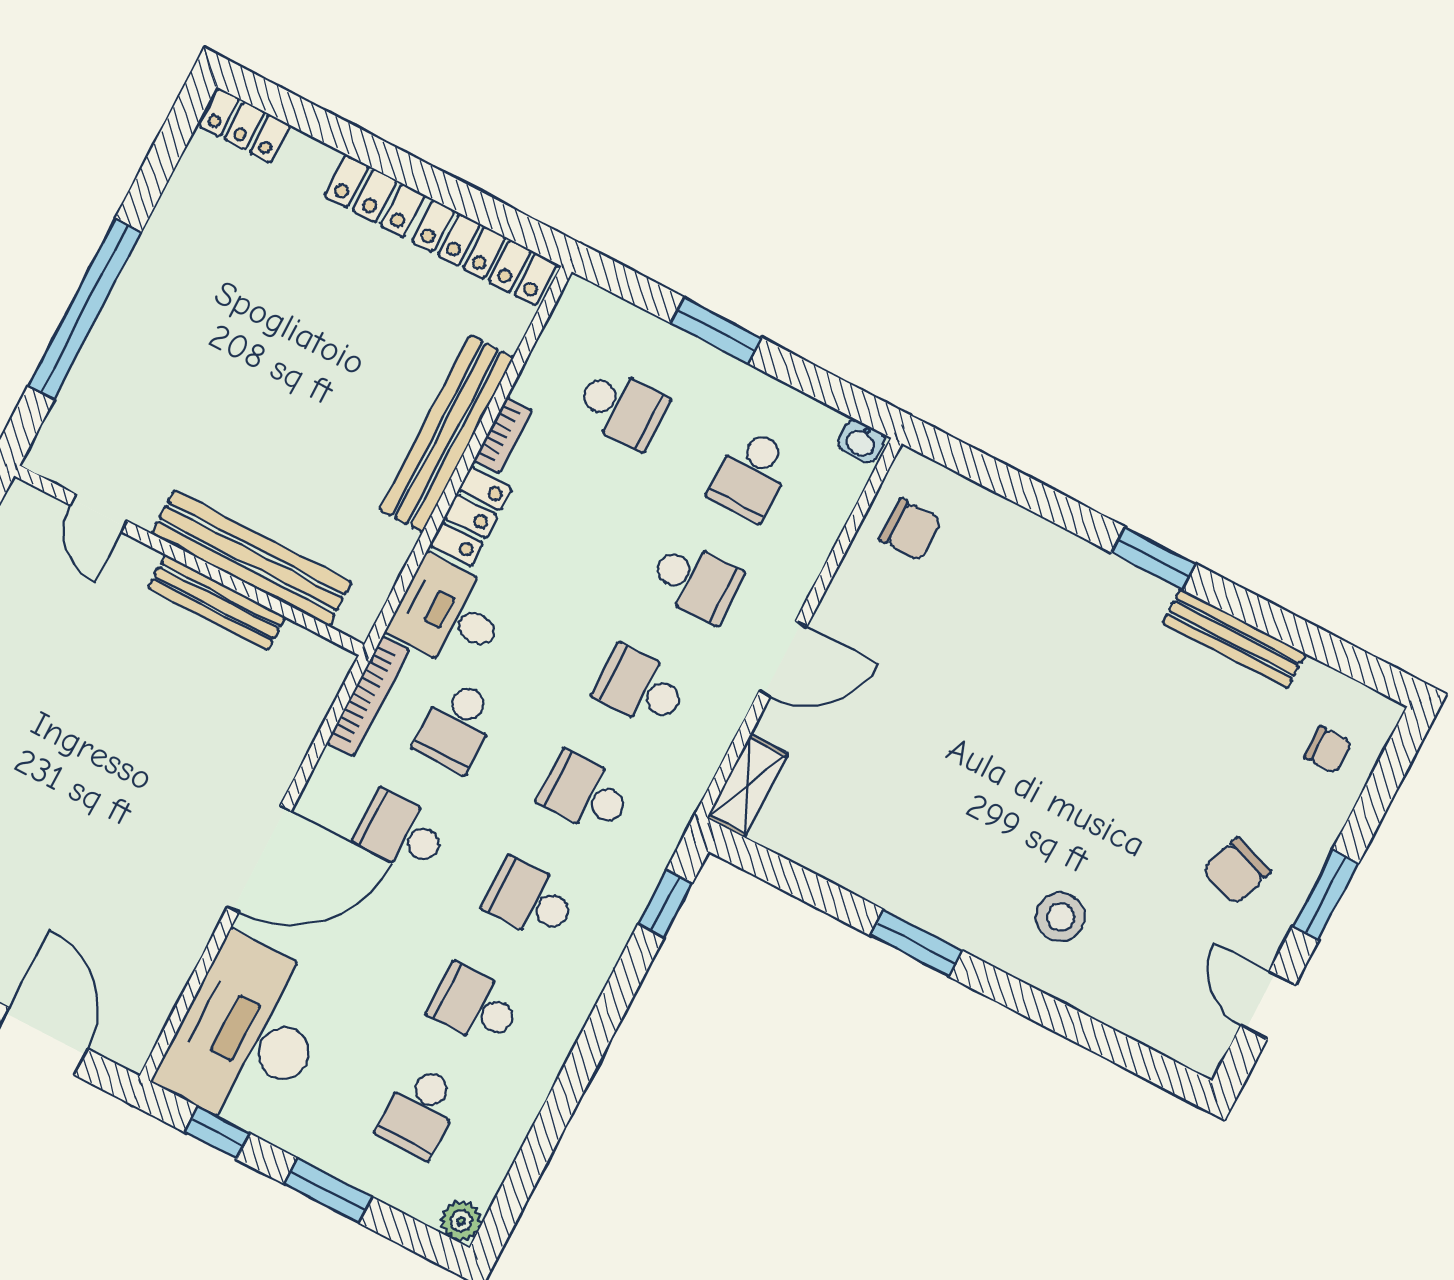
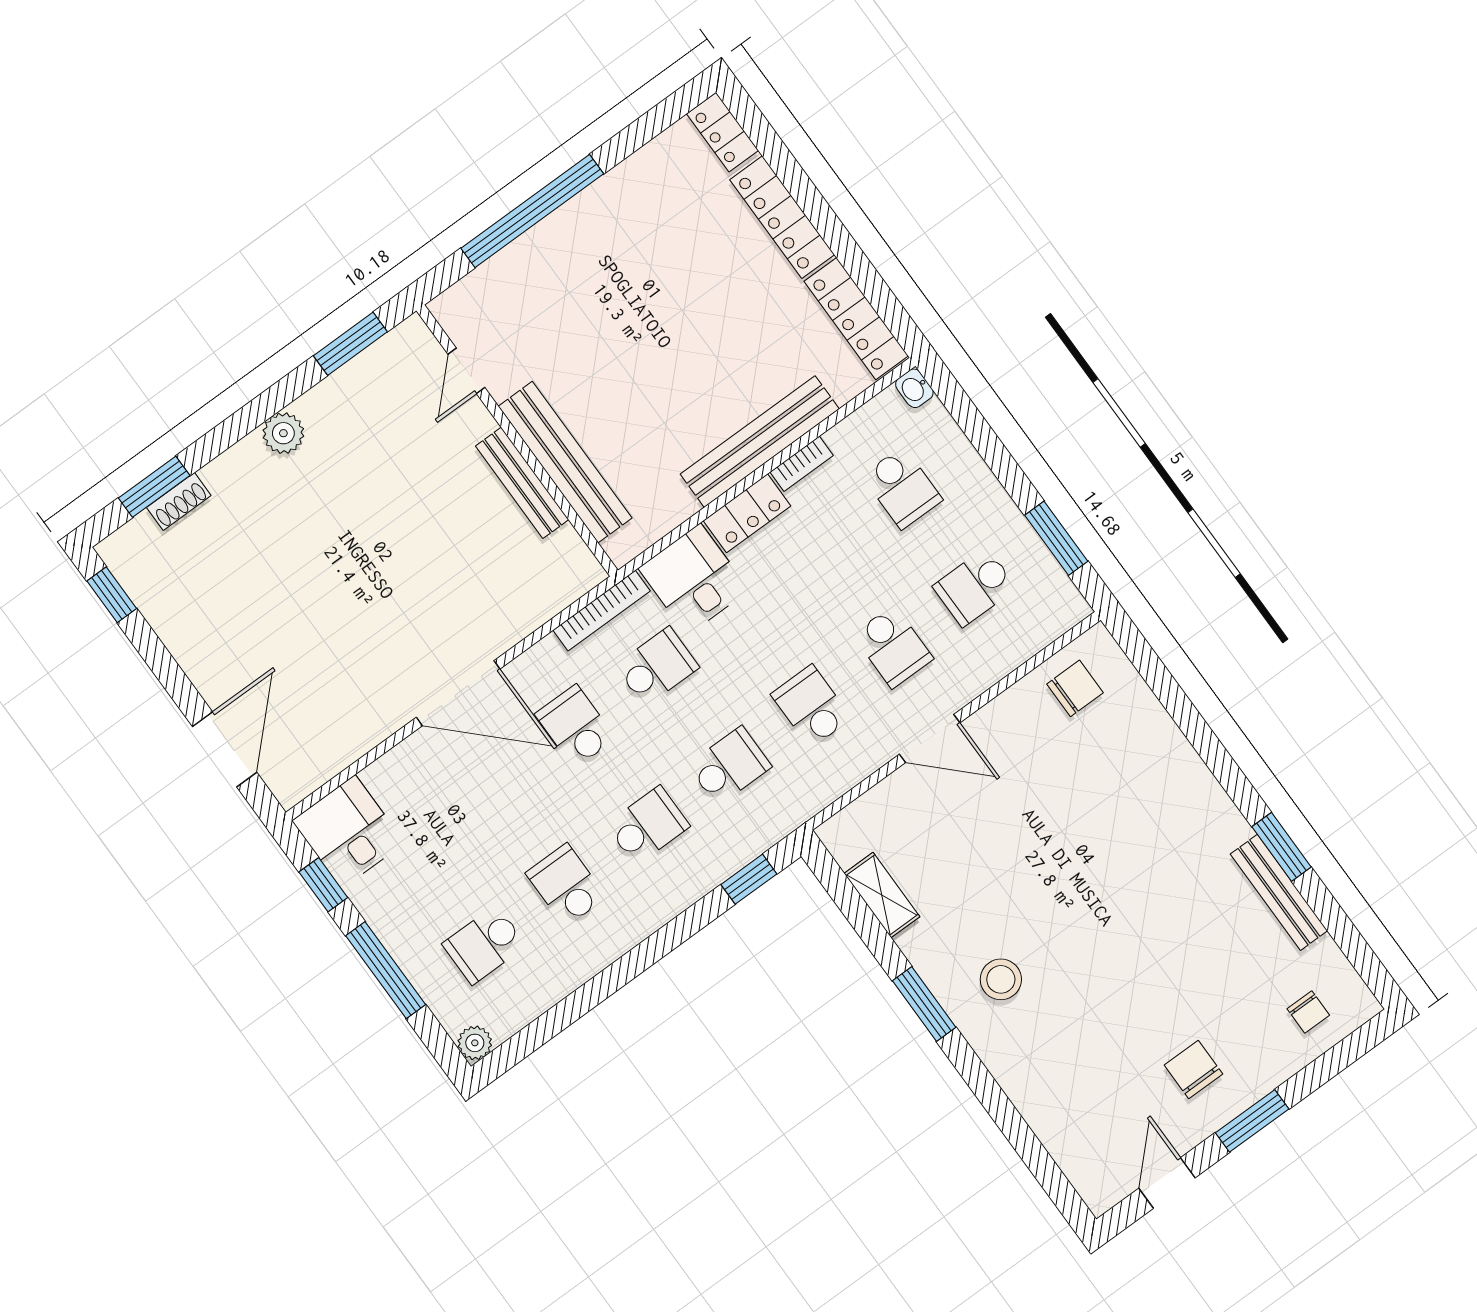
locker: (375, 196) -> (782, 217), width x1.53
window: (716, 330) -> (1056, 538), moved
washbasin: (861, 441) -> (914, 388), moved
chair: (910, 530) -> (1075, 688), turned -90
window: (1153, 558) -> (1281, 847), moved
school desk: (456, 726) -> (657, 667), turned 180
shelving: (747, 786) -> (882, 895), moved, turned 90
school desk: (585, 793) -> (730, 766), turned 90
chair: (1237, 871) -> (1193, 1070), turned 71
school desk: (530, 899) -> (648, 825), turned 90
stool: (1060, 917) -> (1001, 979), moved
desk: (248, 1035) -> (348, 832), width x0.53, depth x0.77
window: (328, 1191) -> (386, 970), width x1.44

